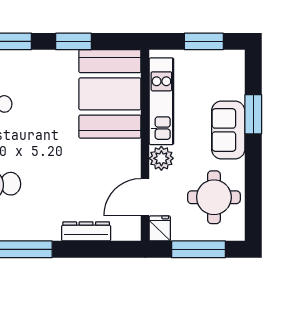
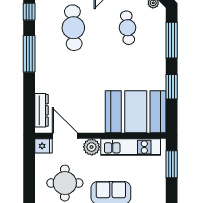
window: (204, 41) -> (172, 164), moved
dresser: (86, 231) -> (41, 110), moved
window: (198, 249) -> (29, 172), removed

